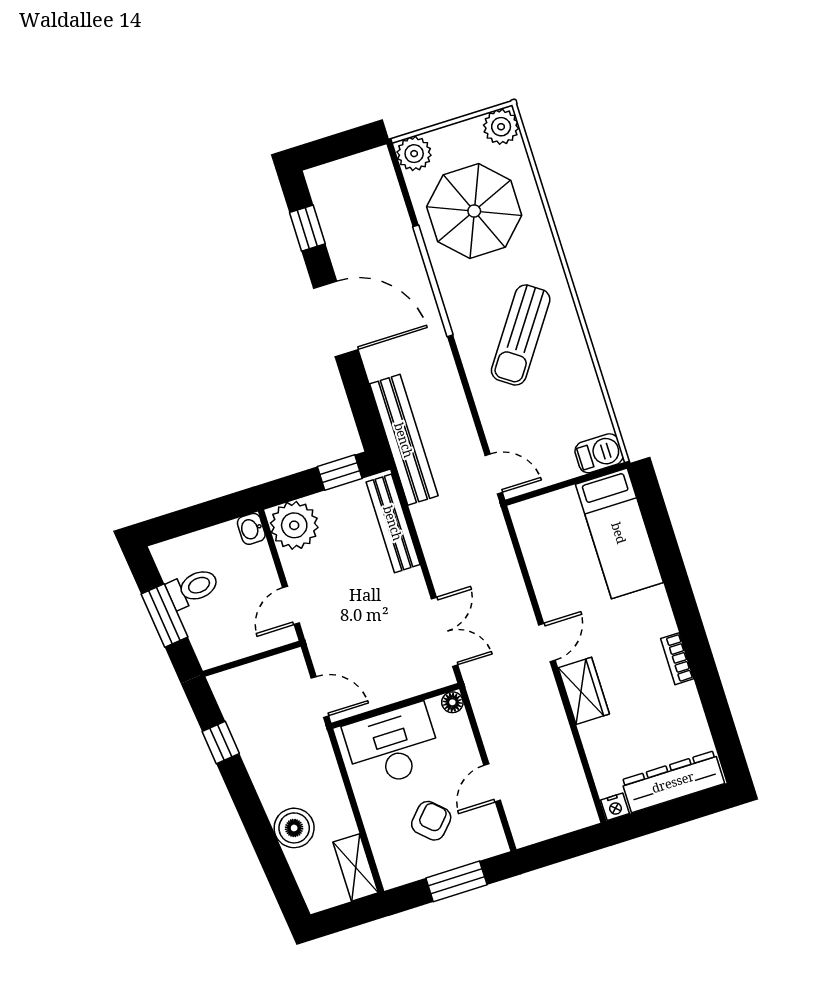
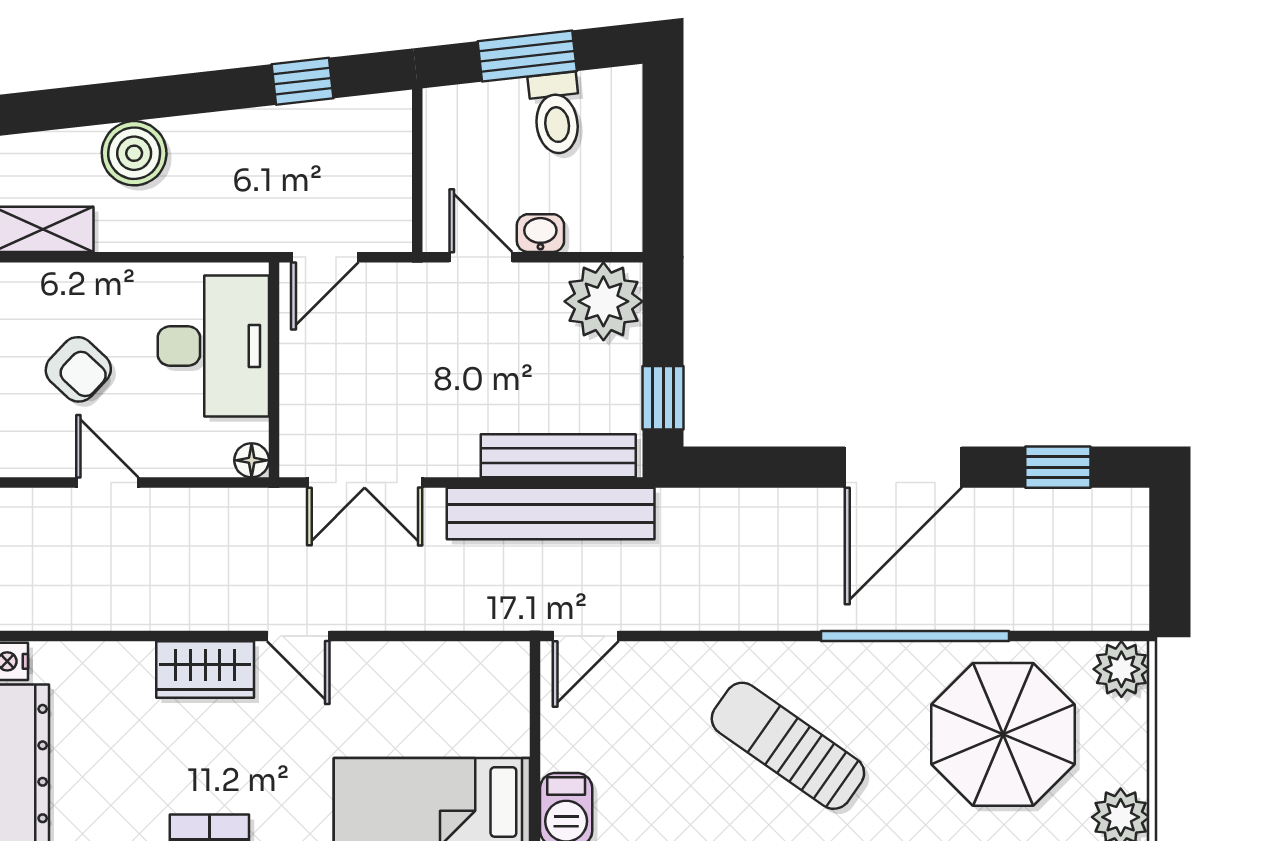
bench: (404, 440) -> (551, 513), moved
washbasin: (251, 529) -> (540, 233), moved

